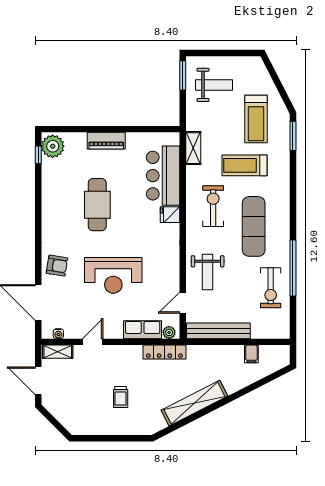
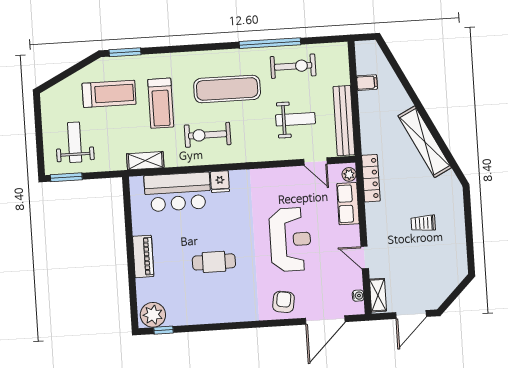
cafe table: (97, 205) -> (214, 262), width x0.73, depth x0.74
weight bench: (208, 272) -> (296, 119), moved
trolley: (121, 397) -> (423, 223), turned 180

